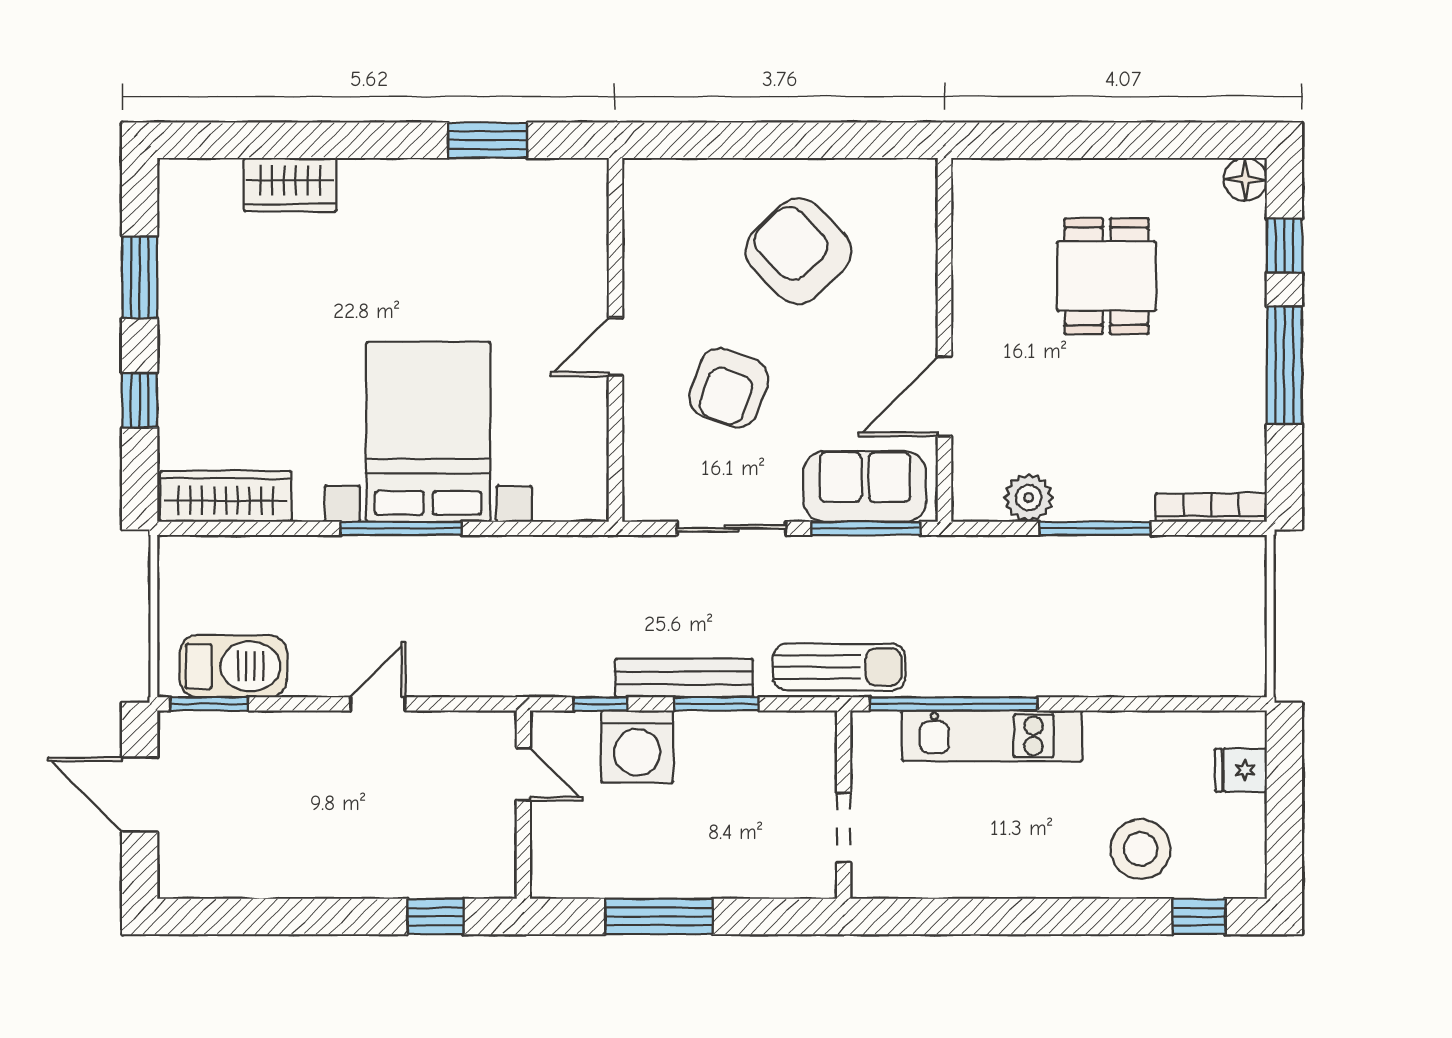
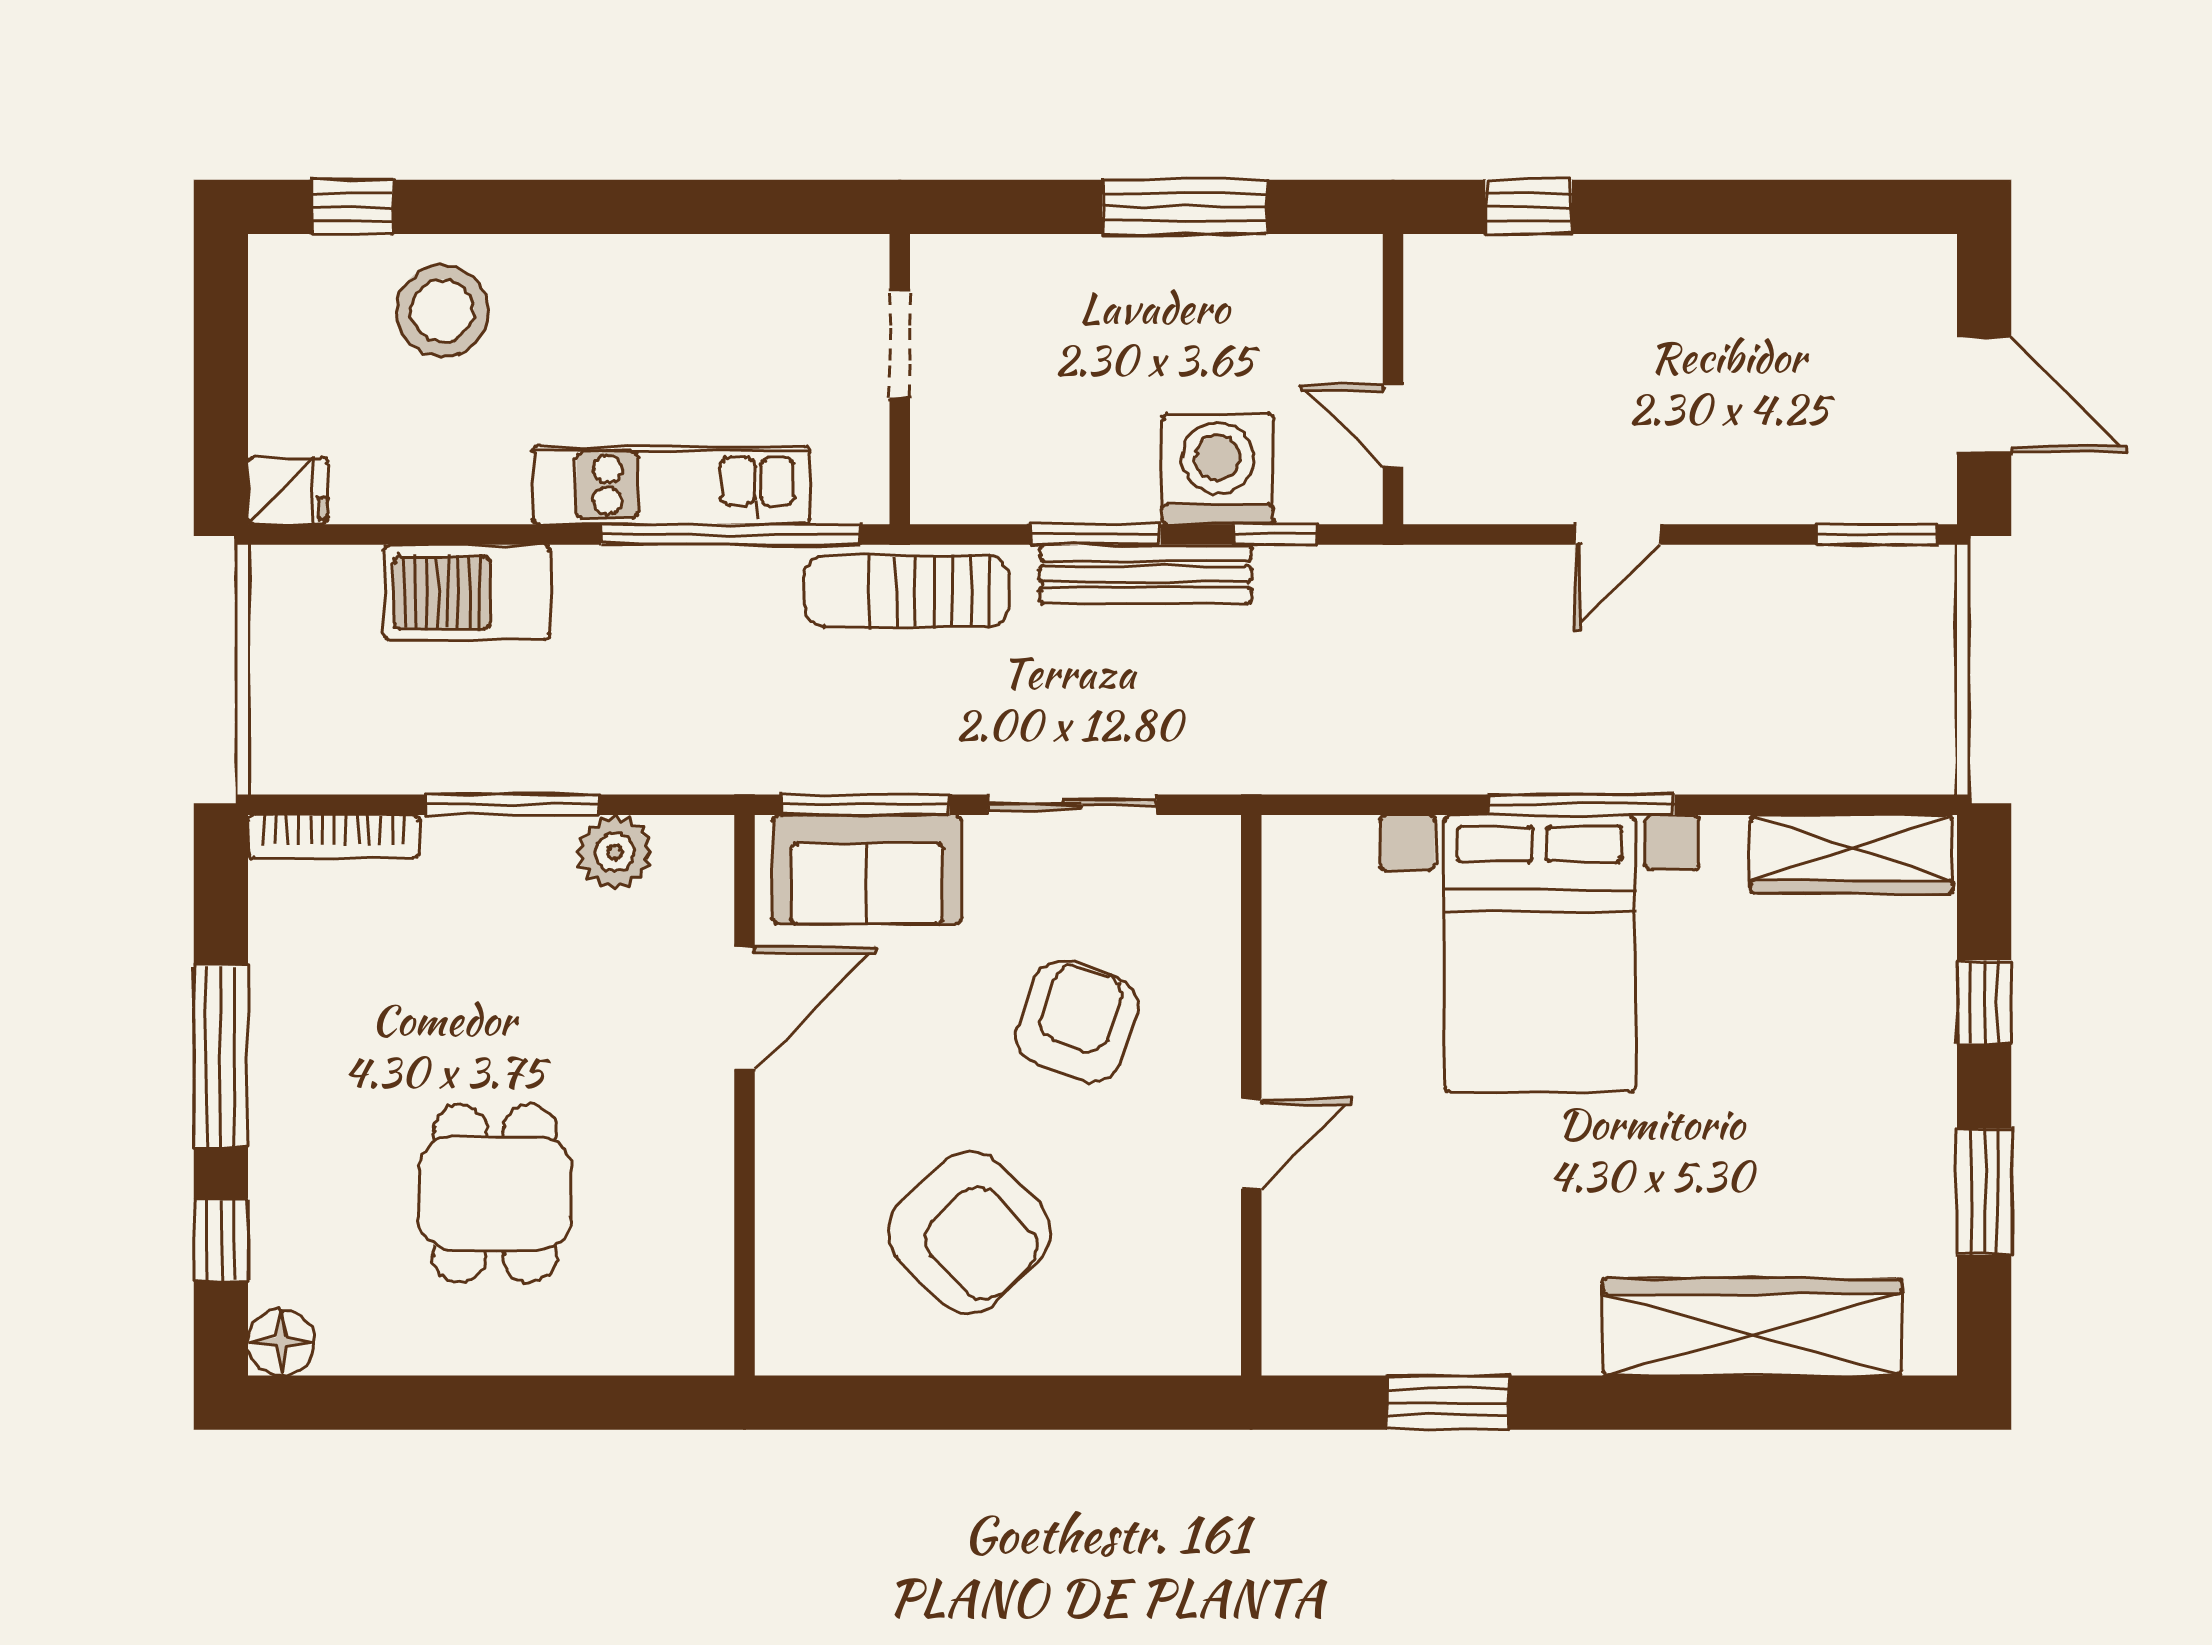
wardrobe: (290, 185) -> (1752, 1327), width x2.10, depth x1.17
door: (616, 347) -> (1251, 1143), moved
barbecue: (233, 666) -> (467, 592), moved
fridge: (1241, 770) -> (288, 491), moved

